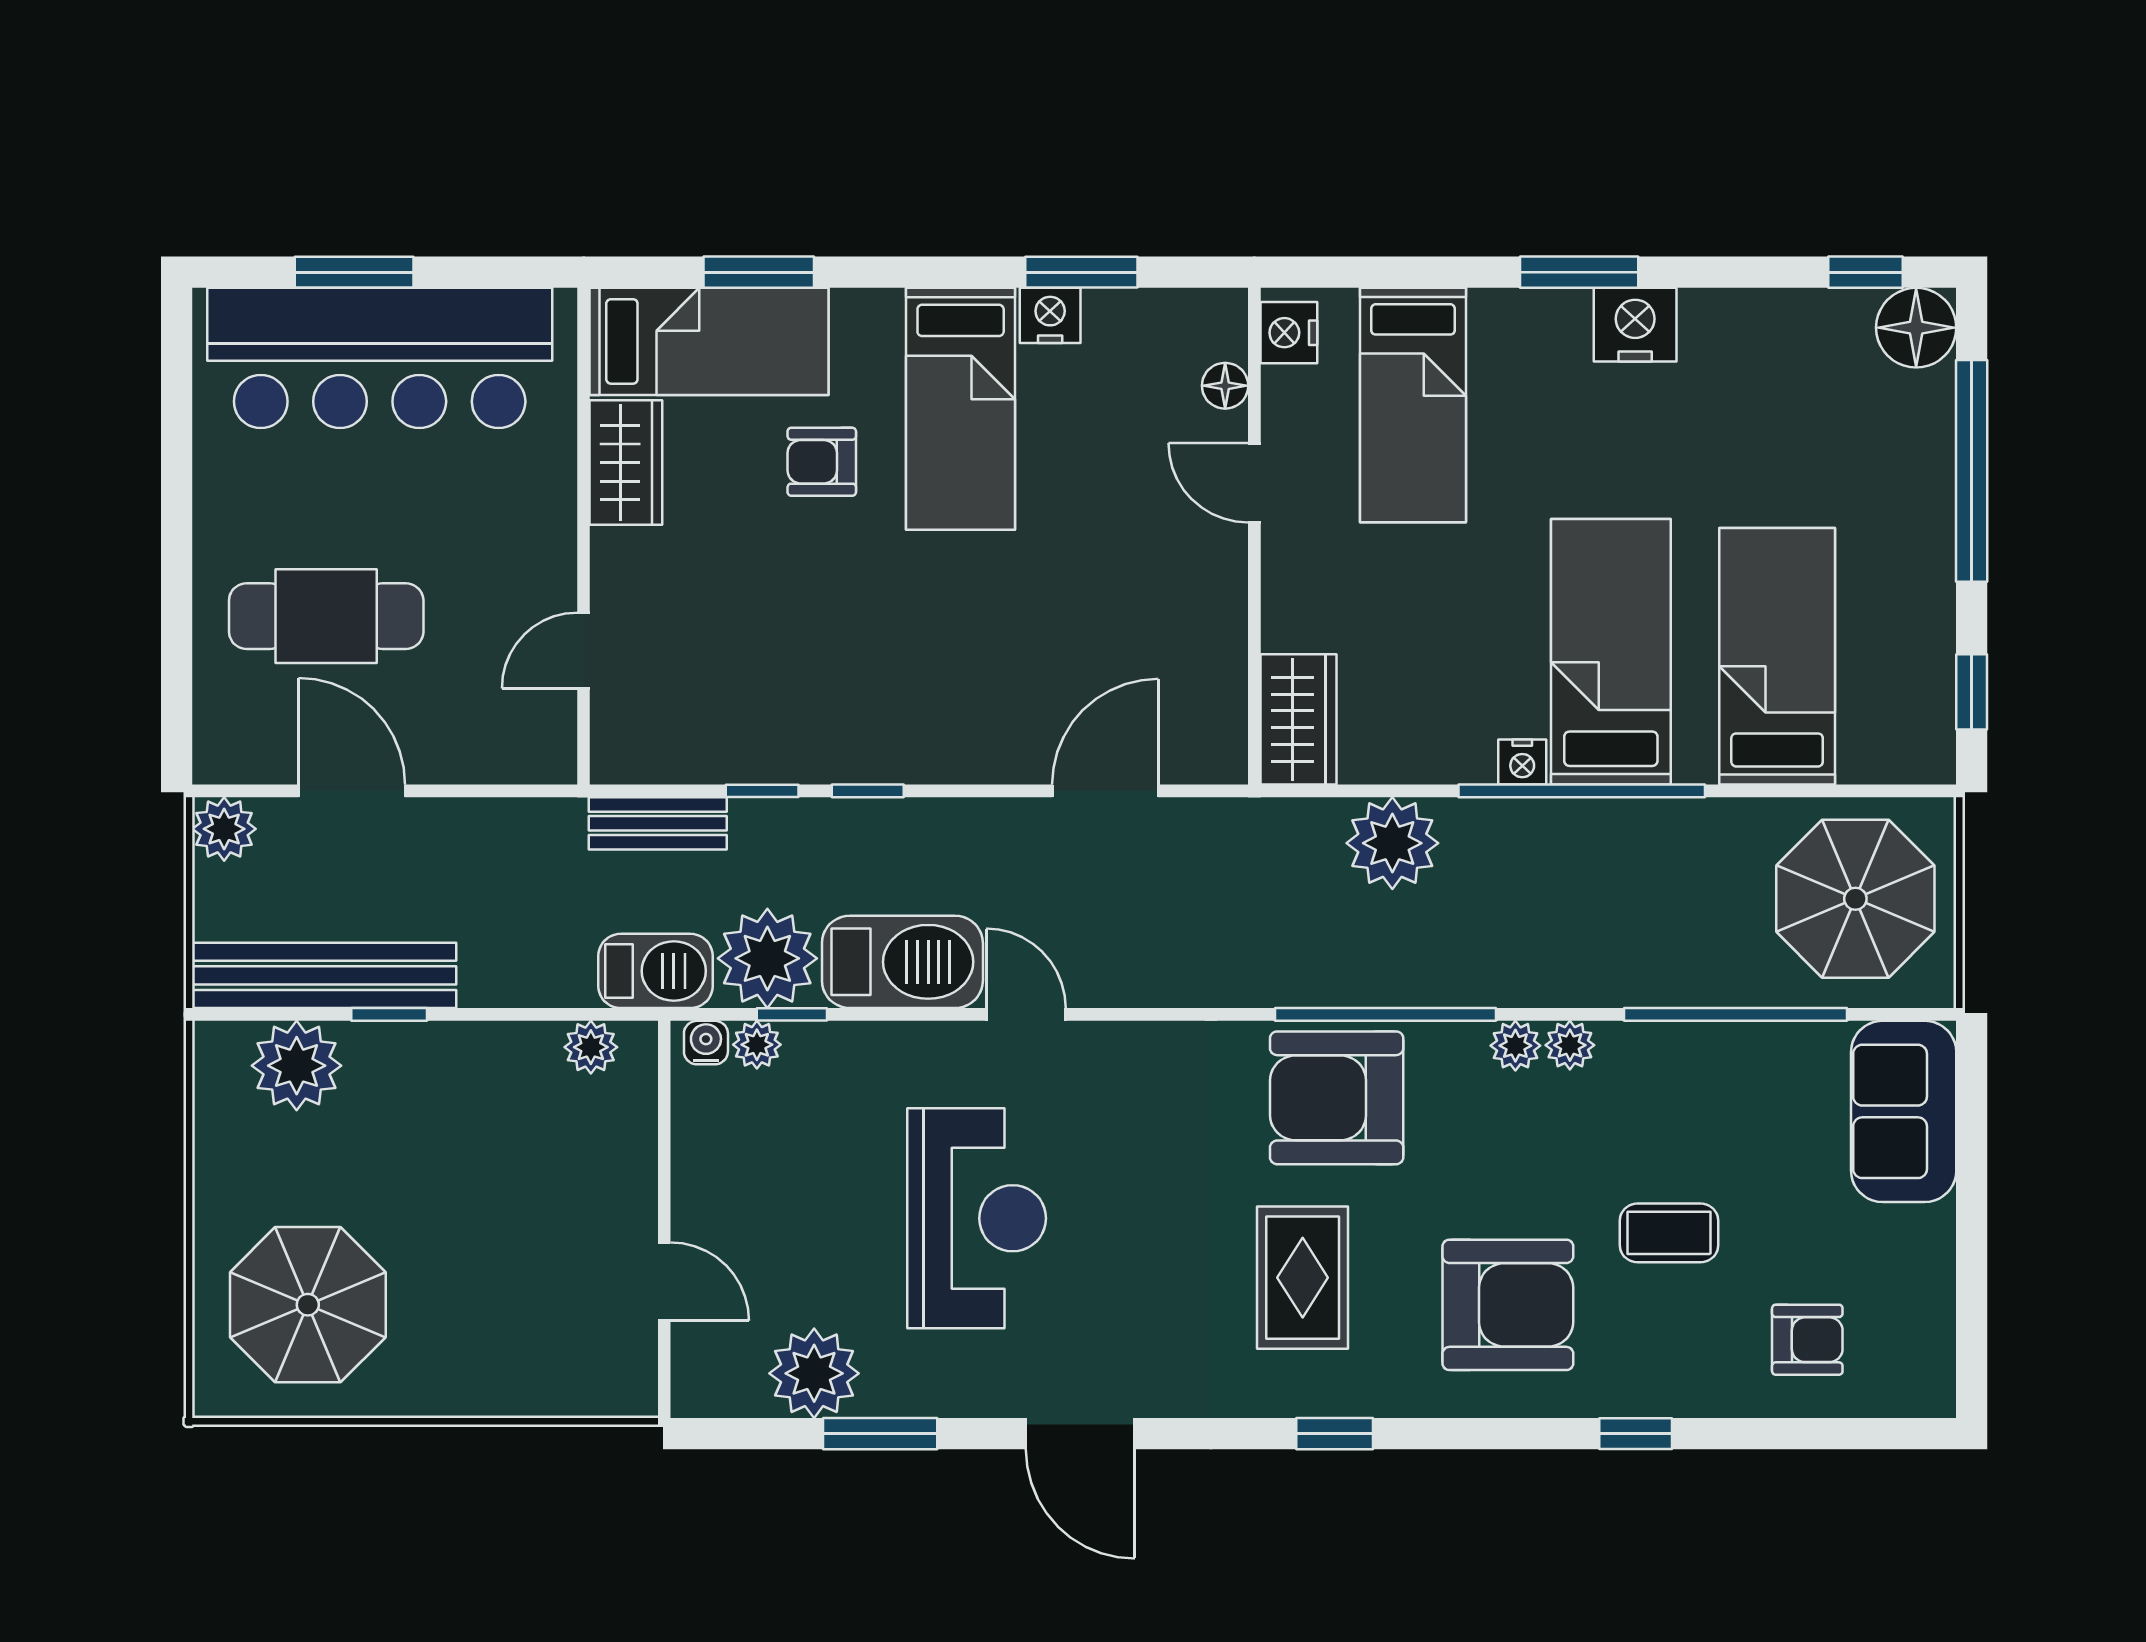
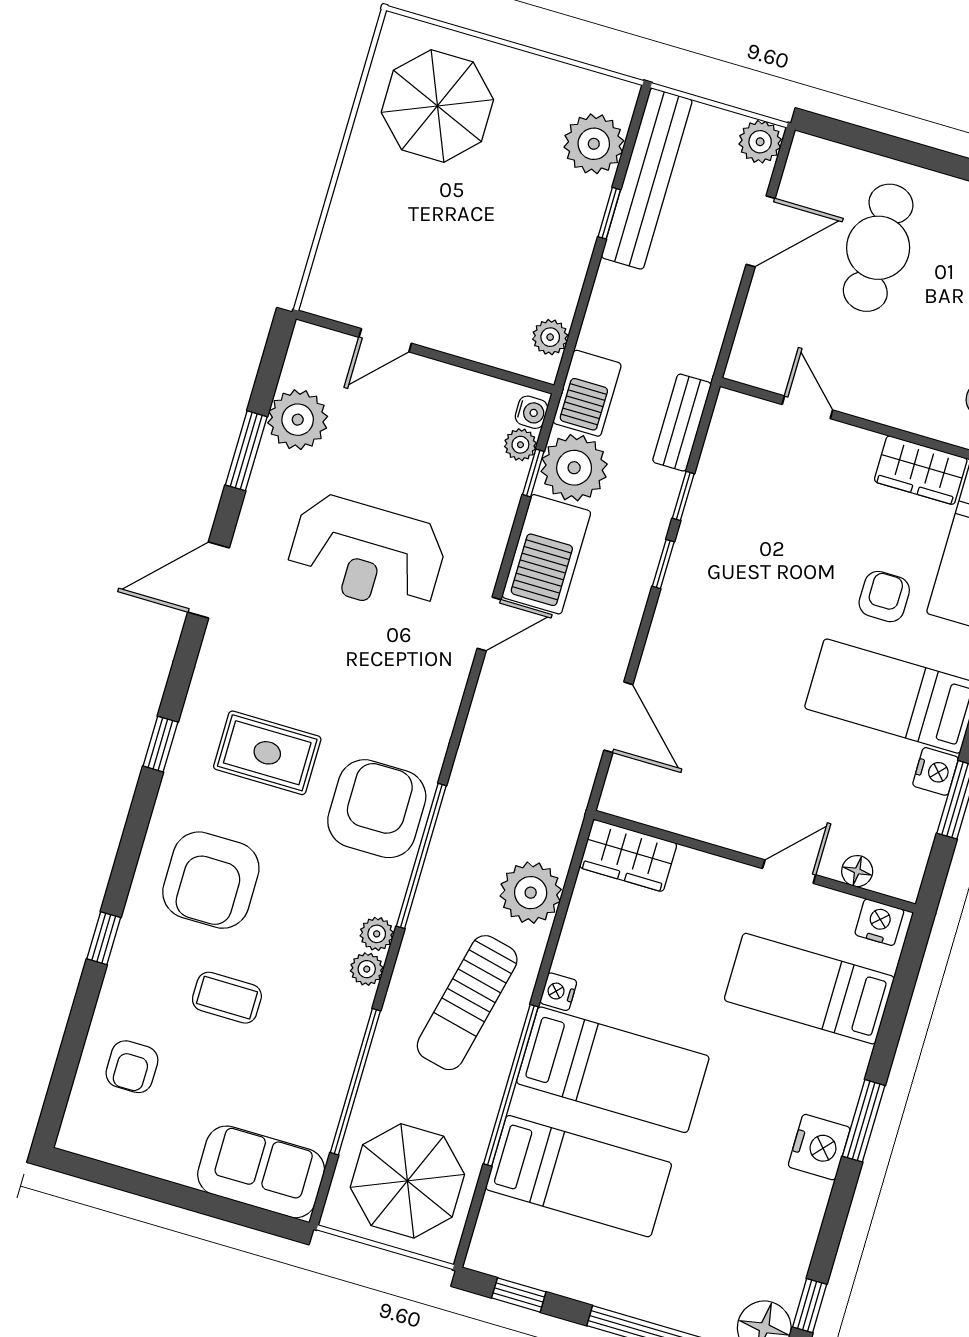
window: (1582, 791) -> (511, 1085), moved
sun lounger: (1576, 888) -> (467, 1003), added
coffee table: (1669, 1233) -> (227, 998), turned 90

